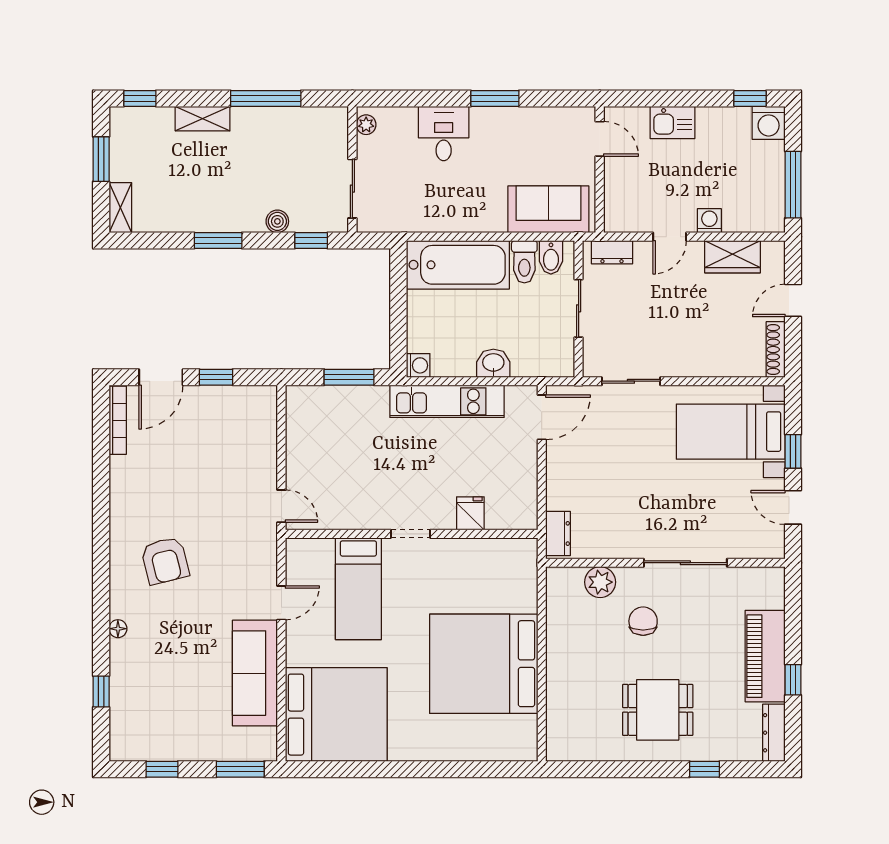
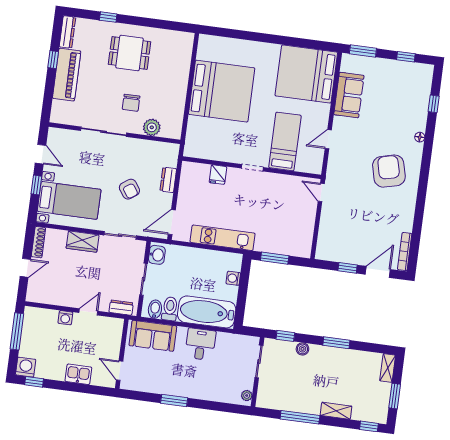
desk: (444, 134) -> (200, 344), moved, turned 180
wardrobe: (733, 257) -> (83, 242), moved, turned 180
washbasin: (493, 363) -> (157, 255), moved, turned -90
washing machine: (418, 365) -> (233, 278), moved
armchair: (625, 466) -> (129, 189), added
dresser: (558, 533) -> (168, 180), moved
armchair: (165, 561) -> (389, 171), width x1.36, depth x1.36
sofa: (255, 673) -> (349, 95), width x0.73

